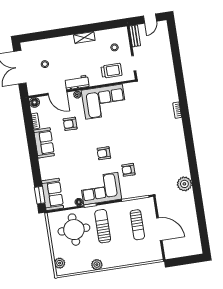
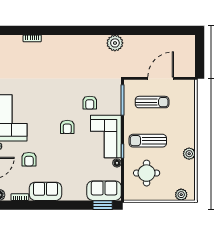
round table: (74, 230) -> (147, 173), width x0.73, depth x0.73

